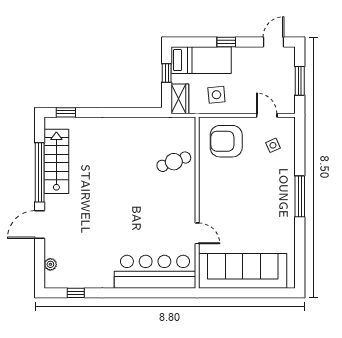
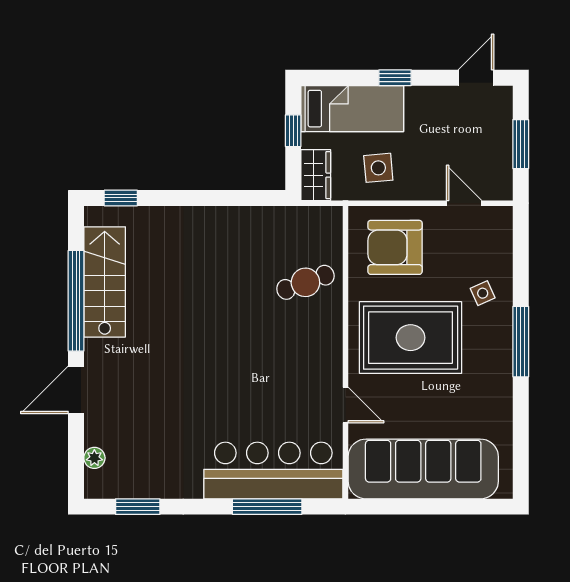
side table: (273, 145) -> (483, 293), moved
rug: (235, 194) -> (411, 338), added
window: (76, 293) -> (138, 507), width x1.50
window: (151, 293) -> (267, 507), added

